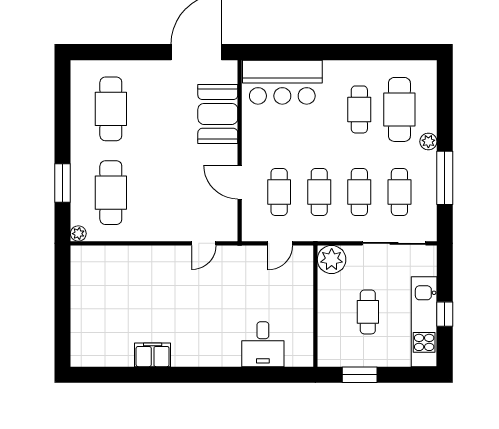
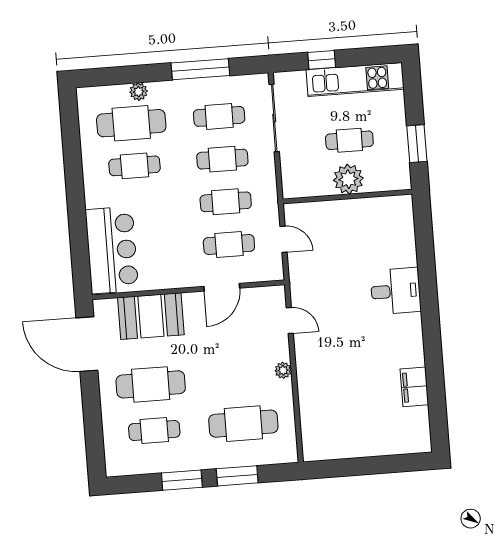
cafe table: (111, 109) -> (154, 430), width x0.73, depth x0.74
cafe table: (154, 109) -> (151, 384), added
window: (63, 131) -> (182, 480), added
plant: (428, 142) -> (139, 92), moved
plant: (78, 234) -> (283, 370), moved
plant: (332, 259) -> (348, 179), moved
window: (445, 314) -> (322, 60), moved
desk: (263, 344) -> (396, 291), moved
filing cabinet: (153, 355) -> (414, 387), moved

